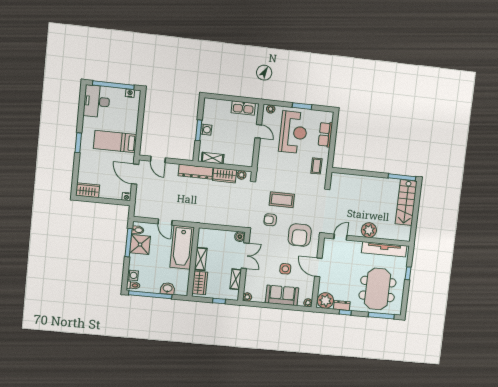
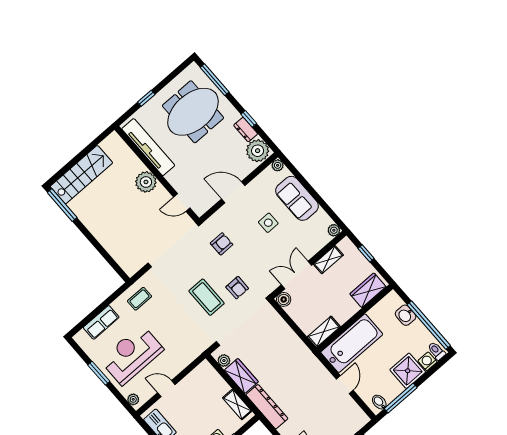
door: (258, 131) -> (166, 389), hinge flipped
armchair: (300, 235) -> (222, 244), width x0.53, depth x0.53
shower: (140, 244) -> (408, 371), moved
shelving: (201, 259) -> (324, 332), moved
door: (318, 267) -> (233, 192), swing flipped

